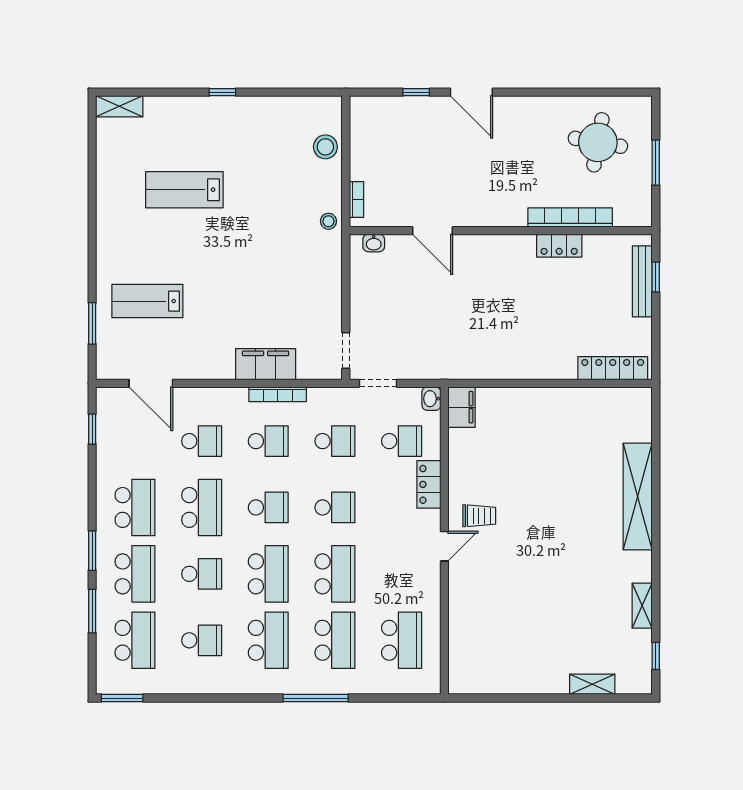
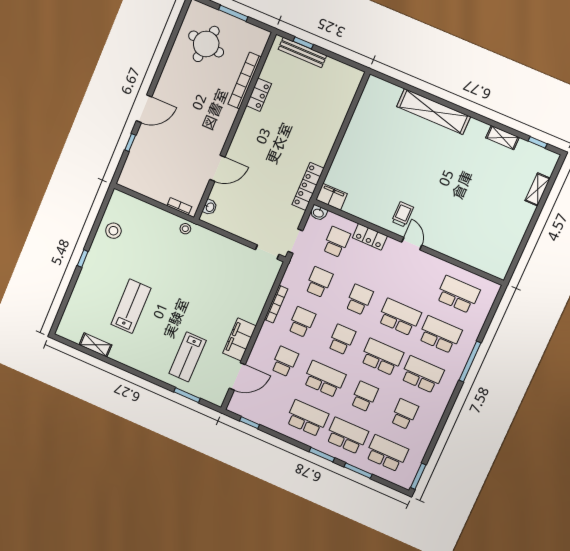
shelving: (119, 106) -> (95, 345), moved, turned 90
stool: (325, 147) -> (113, 231), moved
lab bench: (184, 190) -> (131, 306), turned 180
filing cabinet: (266, 364) -> (240, 339), moved
locker: (613, 368) -> (308, 186), moved

